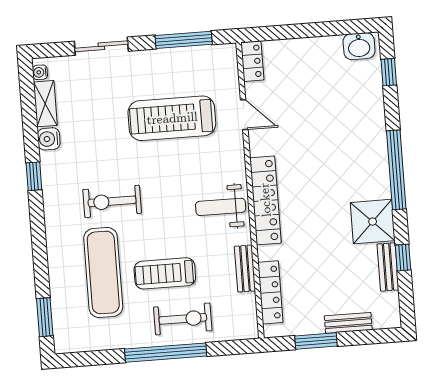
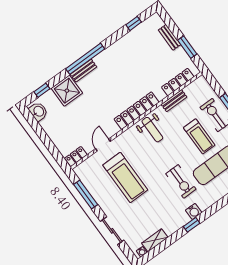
water cooler: (49, 139) -> (194, 211), moved
shower: (373, 222) -> (67, 91), moved
window: (403, 258) -> (134, 23), moved
bench: (388, 267) -> (84, 71), moved

